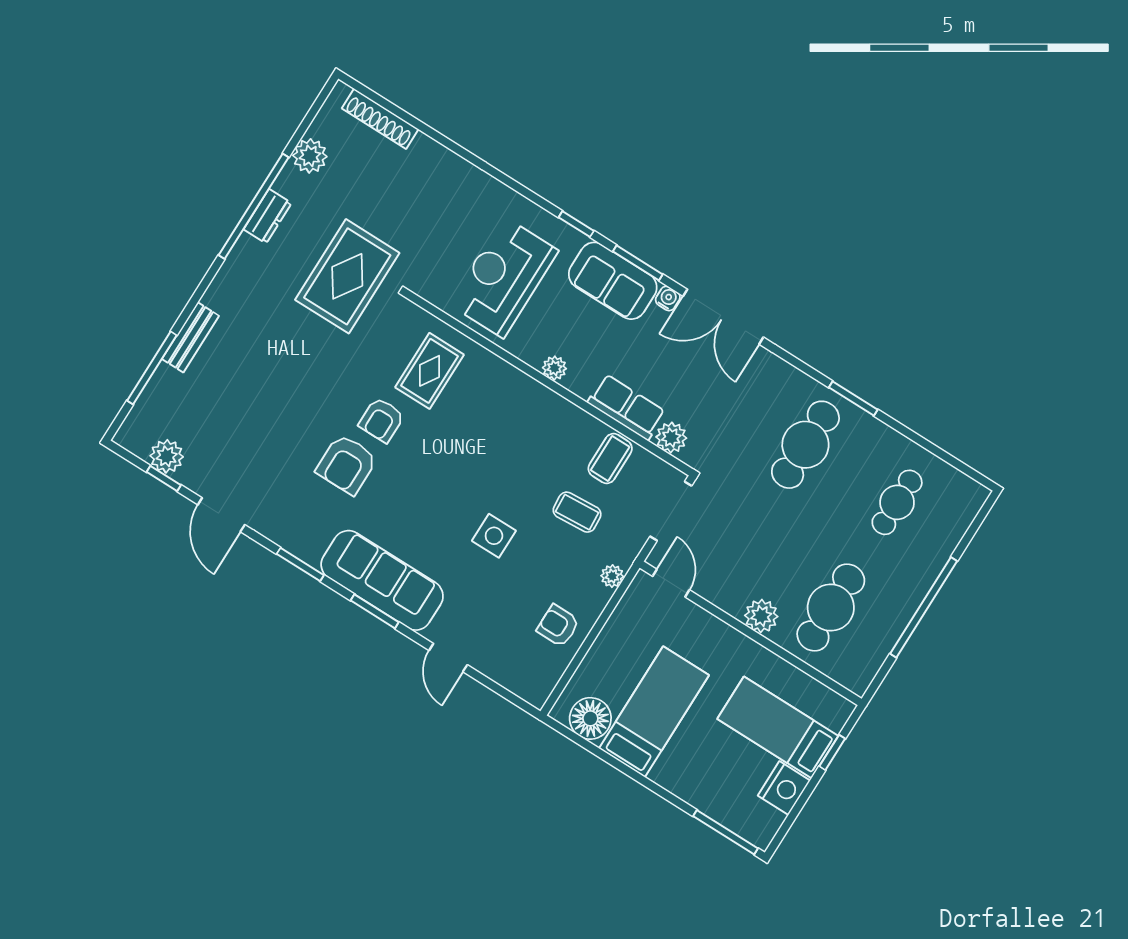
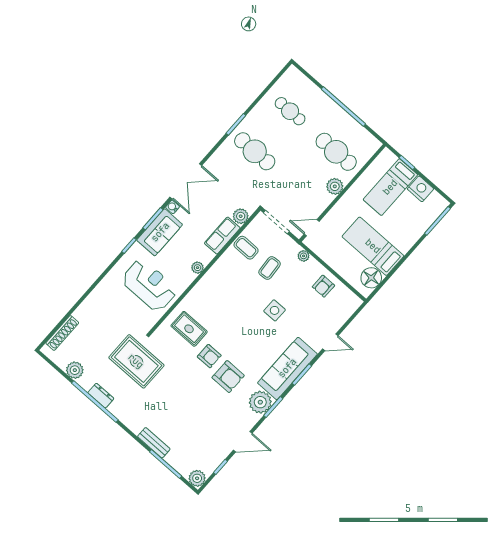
reception desk: (504, 277) -> (149, 285), turned 180
plant: (167, 456) -> (197, 478), moved
plant: (306, 537) -> (260, 402), added

